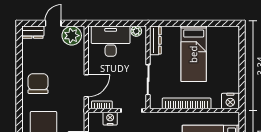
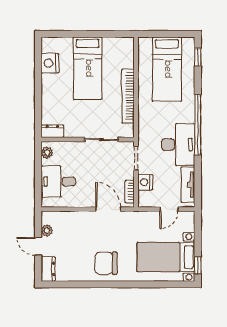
plant: (72, 36) -> (47, 230), width x0.53, depth x0.53
dresser: (155, 40) -> (52, 131), width x0.70
desk: (111, 41) -> (58, 182), width x0.73
bed: (194, 54) -> (88, 68), moved, turned 90
nightstand: (230, 101) -> (50, 63), moved, turned 180

